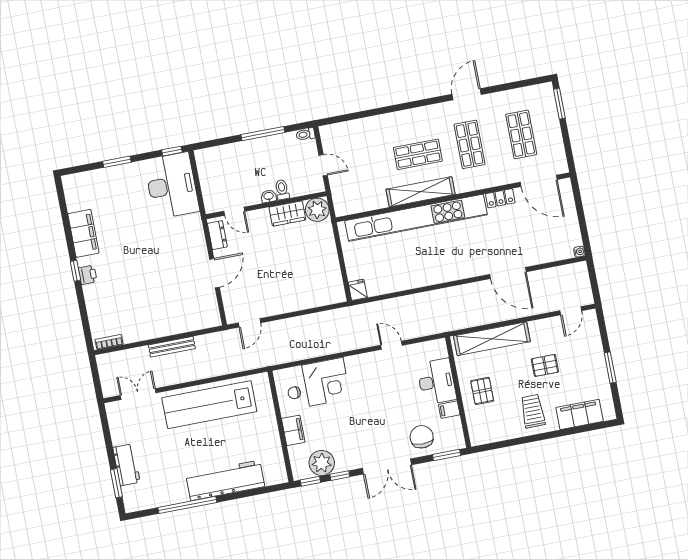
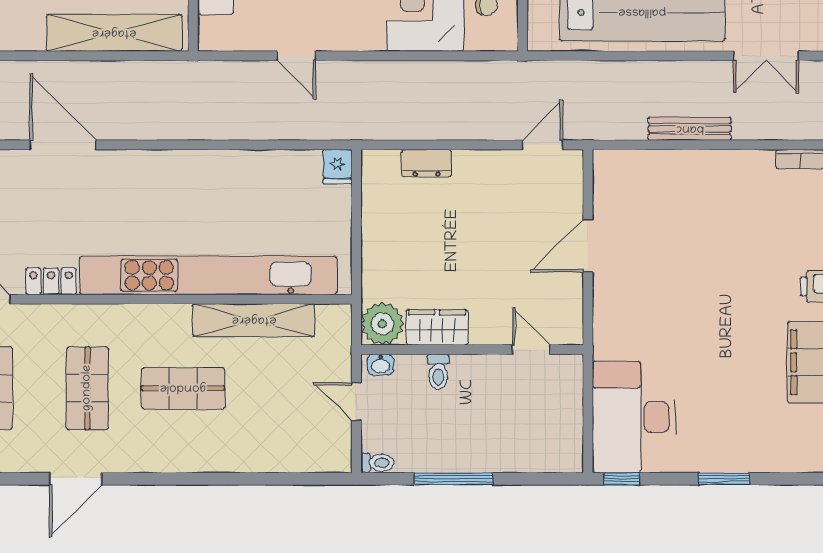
shelving: (421, 192) -> (254, 320), moved
washbasin: (269, 196) -> (381, 365), moved
dresser: (217, 235) -> (427, 163), moved, turned -90

